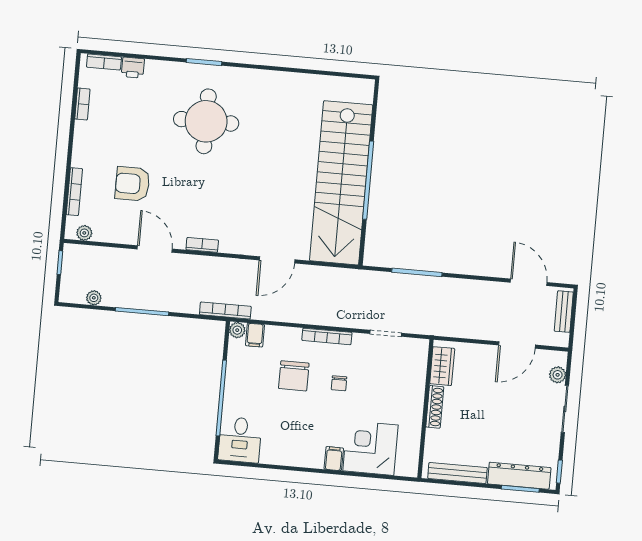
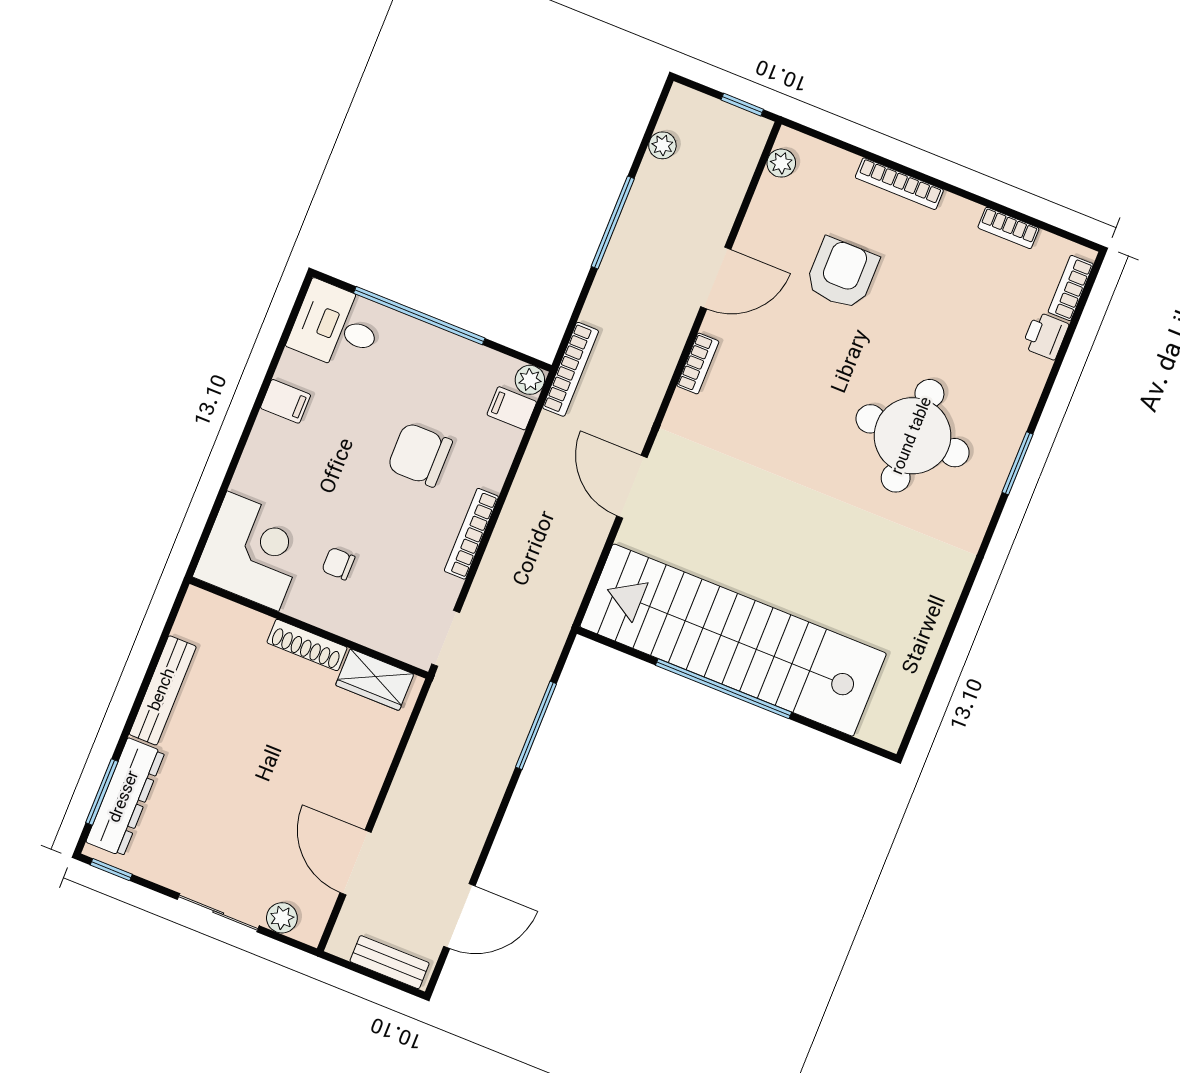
bookcase: (74, 192) -> (899, 184), moved
wardrobe: (442, 366) -> (375, 680), moved
chair: (339, 383) -> (338, 564), moved
shoe rack: (435, 407) -> (307, 645), moved
wall: (425, 409) -> (309, 628), moved
filing cabinet: (334, 459) -> (286, 401), moved

